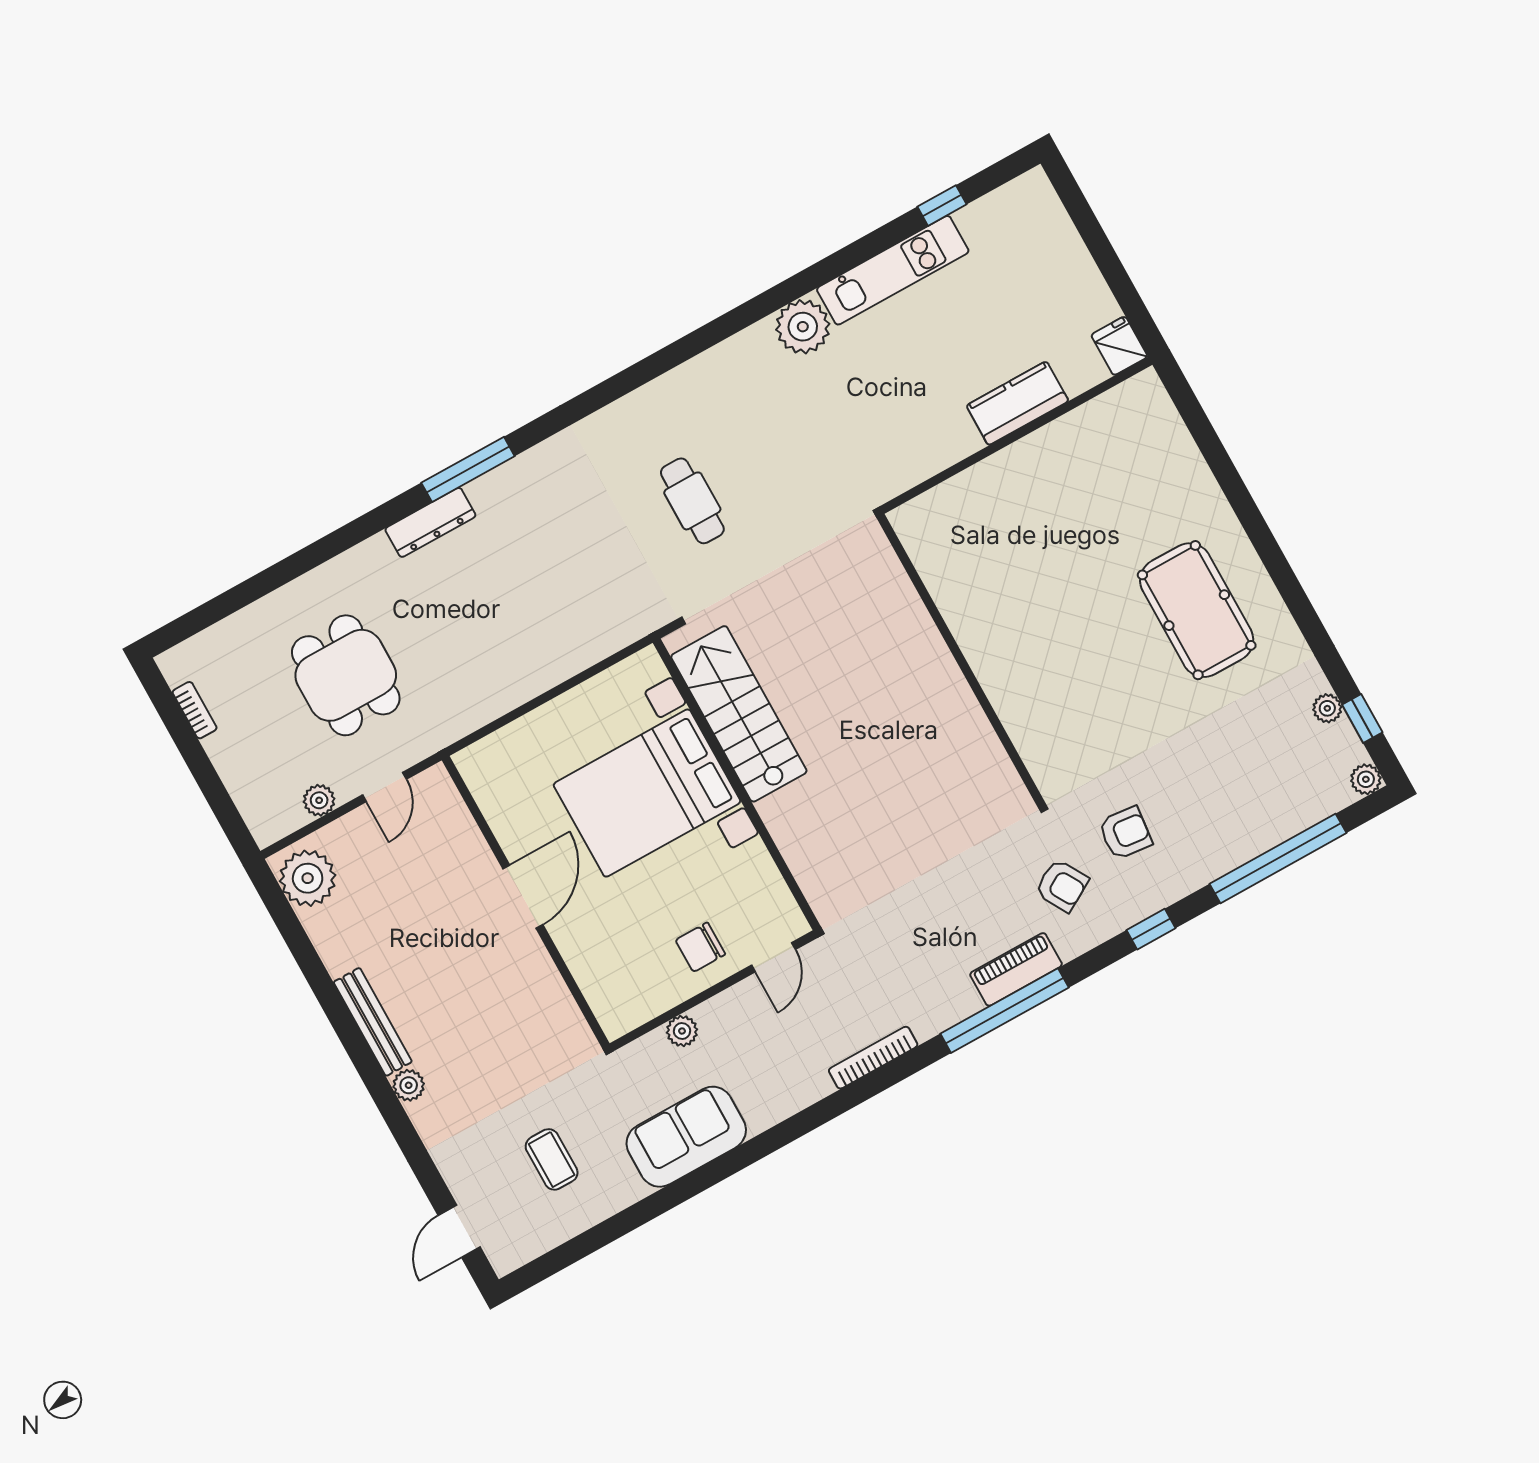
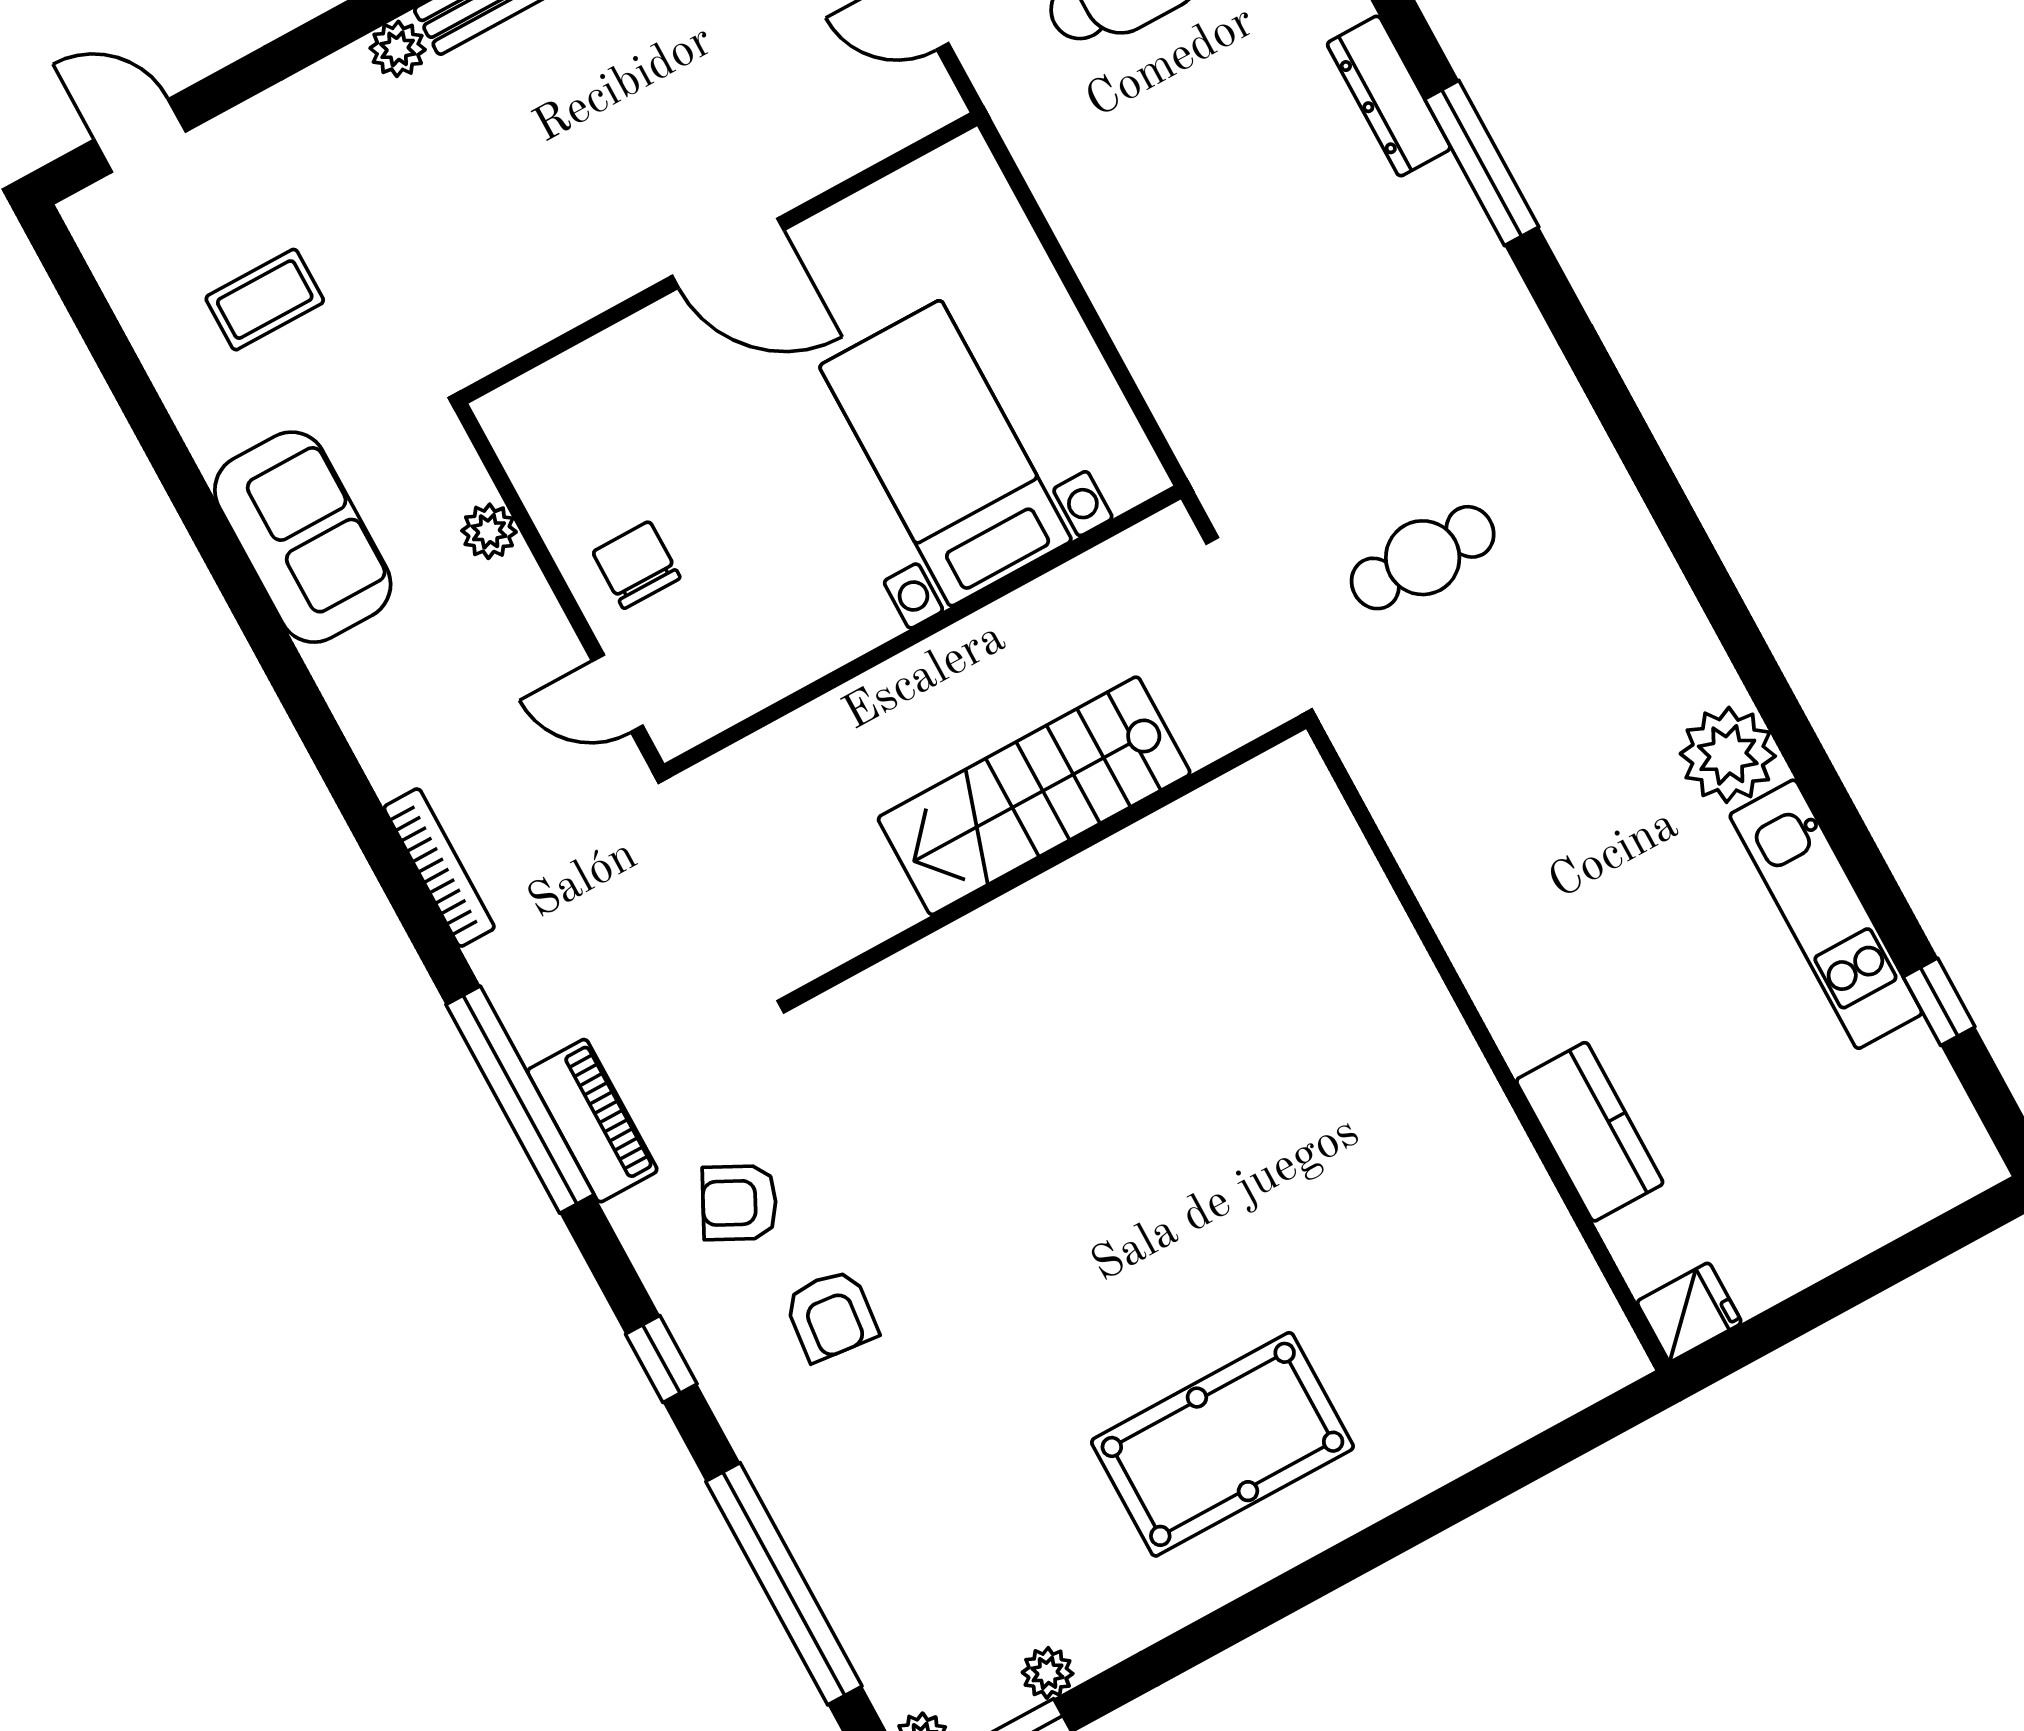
wall: (961, 660) -> (1048, 861), moved
stairs: (739, 714) -> (1034, 796), moved, turned 180
bed with nightstands: (647, 793) -> (946, 453), width x0.73
armchair: (1062, 886) -> (739, 1203), turned 57

